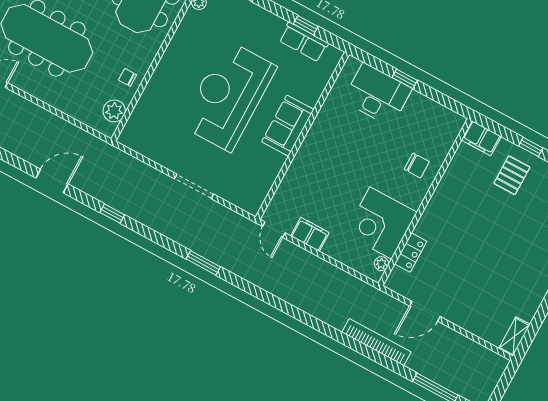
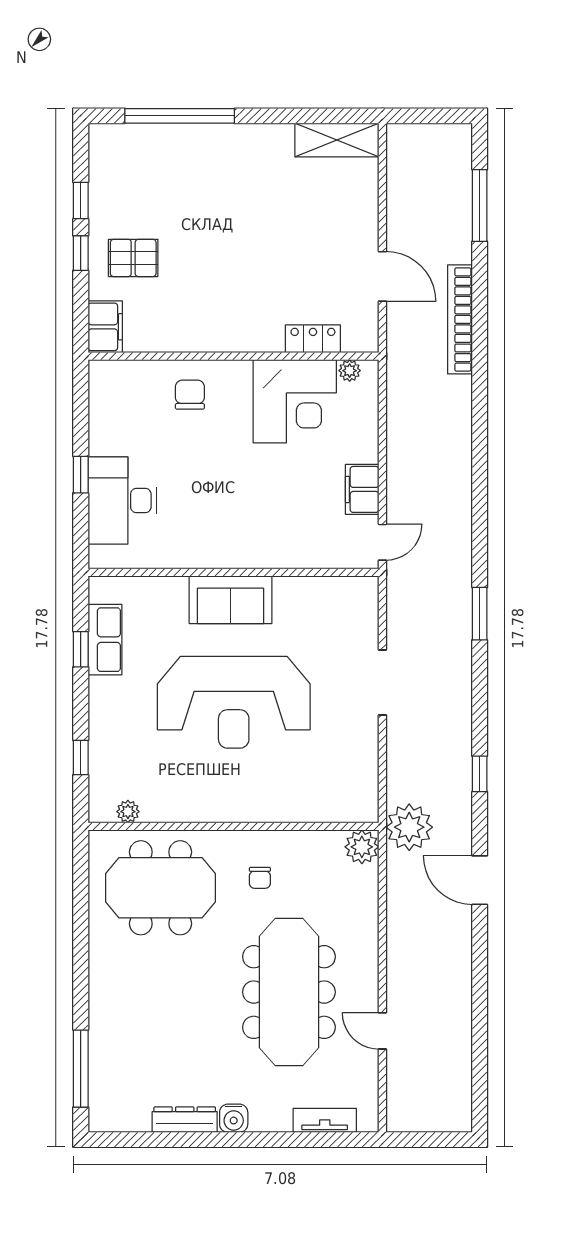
chair: (128, 77) -> (260, 878), moved
plant: (114, 111) -> (362, 847), moved
plant: (104, 157) -> (409, 827), added
shelving: (514, 337) -> (337, 140), width x1.50, depth x1.33

